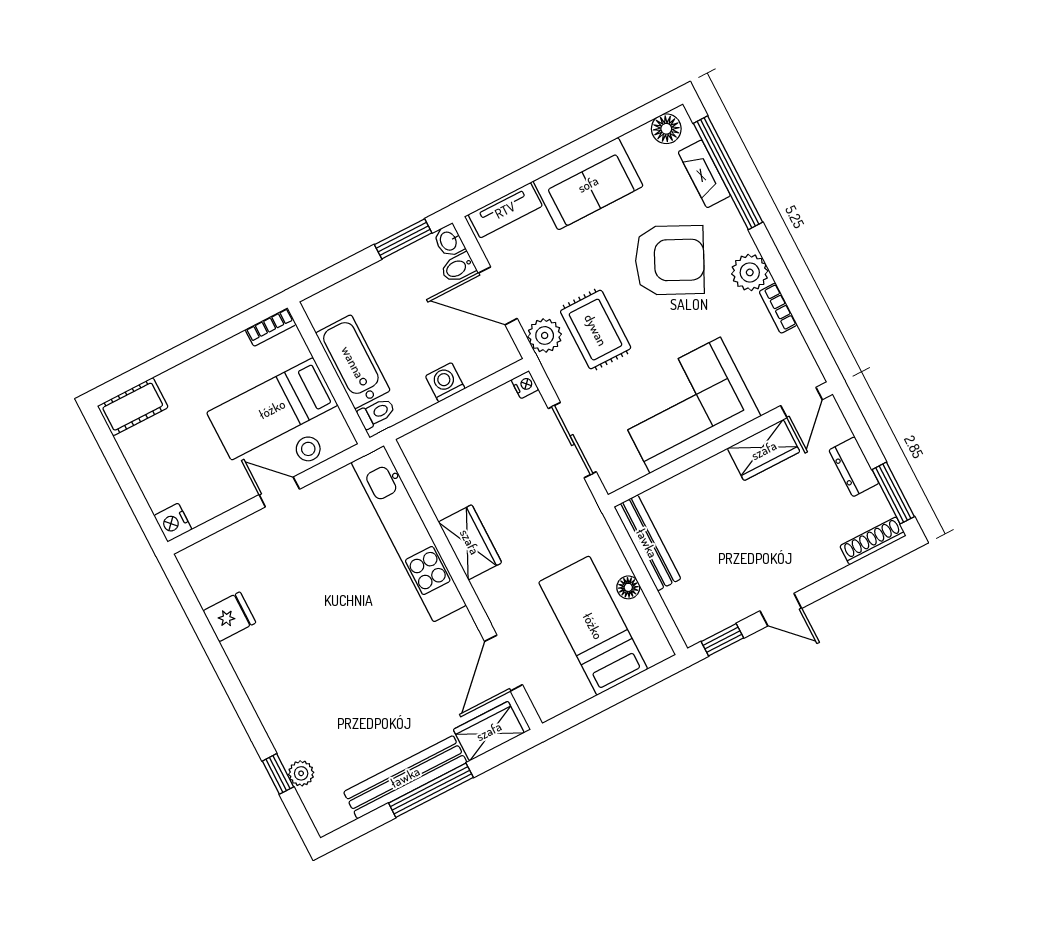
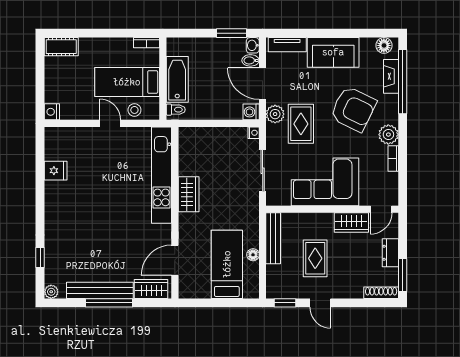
washing machine: (445, 382) -> (251, 112), moved, turned -90
rug: (734, 540) -> (315, 258), added
plant: (301, 773) -> (51, 292), moved

